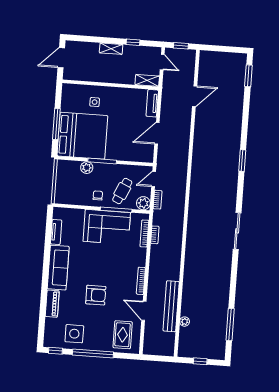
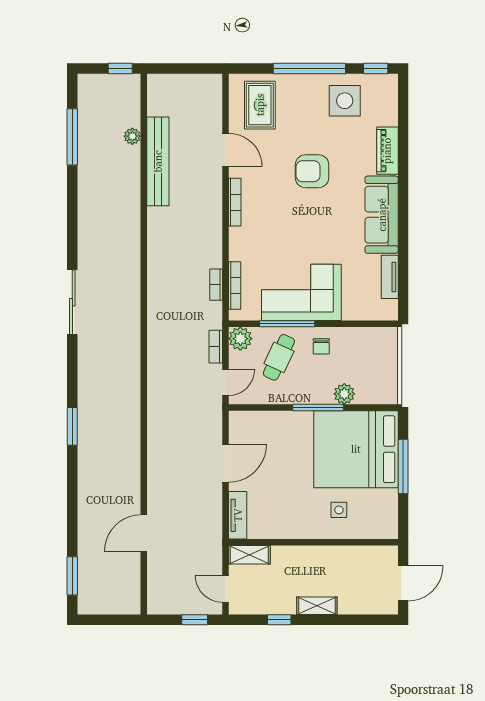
door: (195, 96) -> (144, 533), moved
wall: (187, 203) -> (144, 344), moved
bench: (171, 306) -> (158, 161), moved
plant: (185, 322) -> (132, 136), moved

